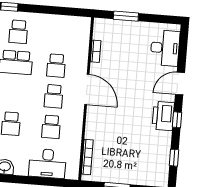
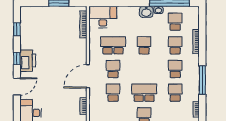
door: (87, 89) -> (88, 76), hinge flipped
school desk: (51, 127) -> (113, 45), width x1.85
desk: (47, 163) -> (103, 17), moved

